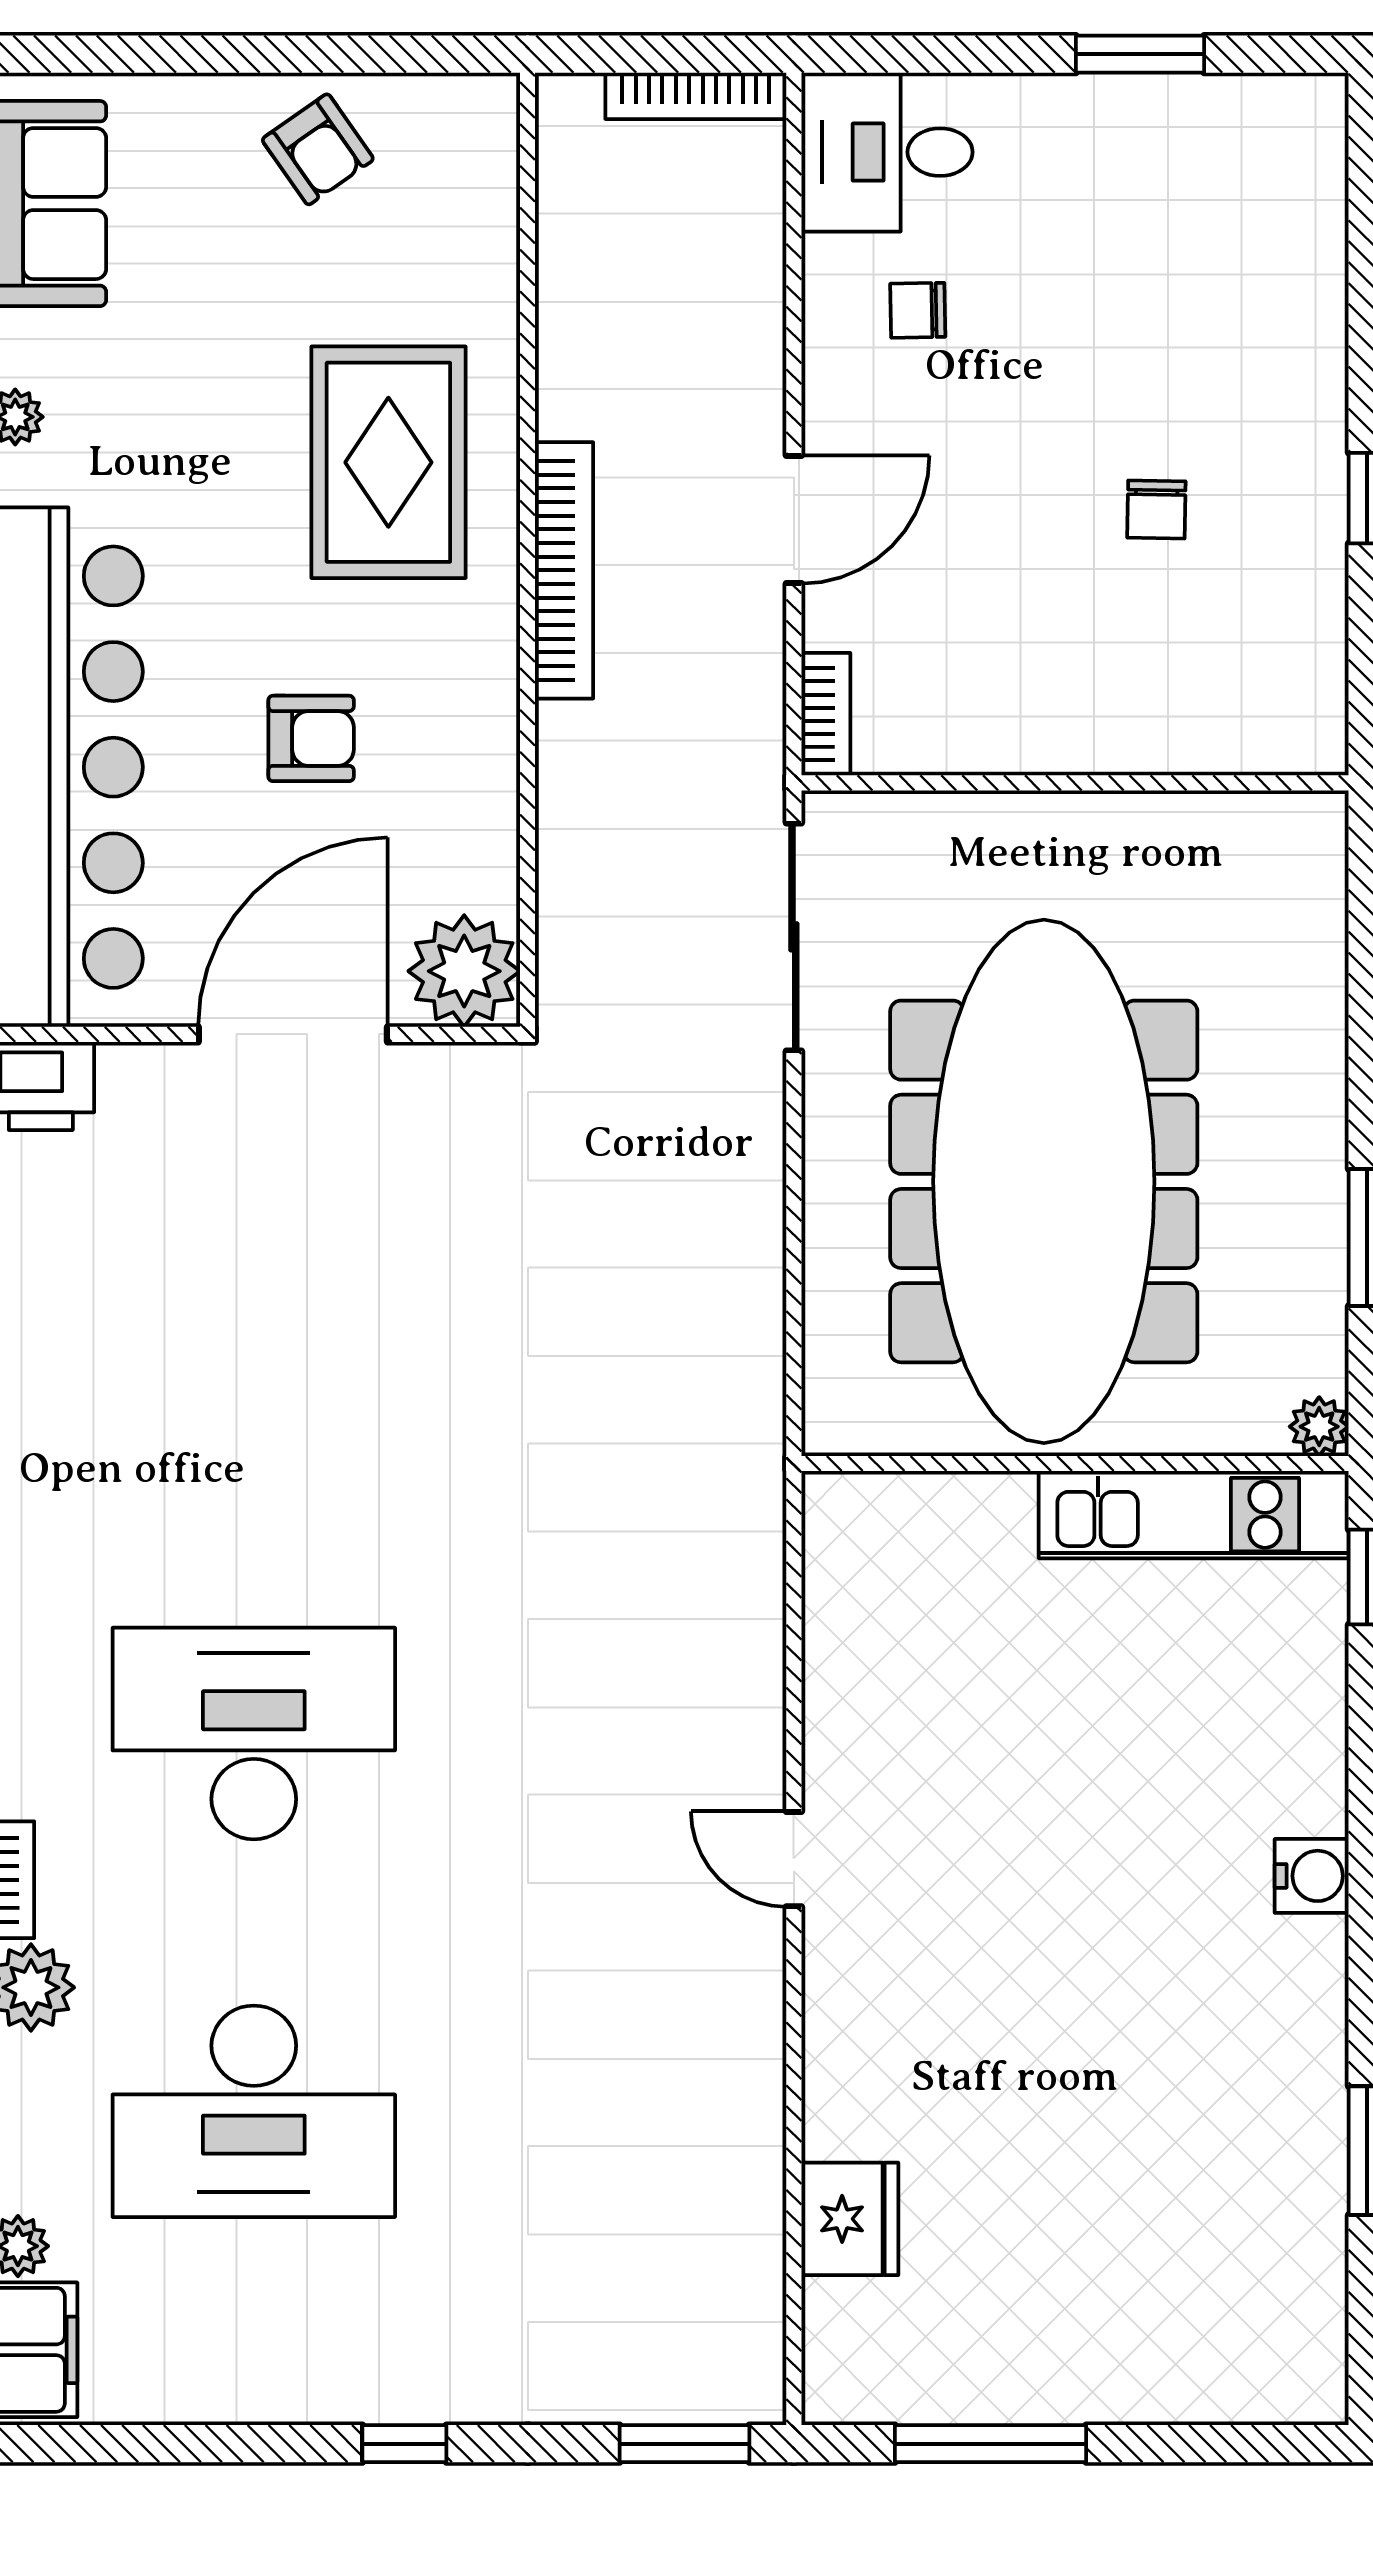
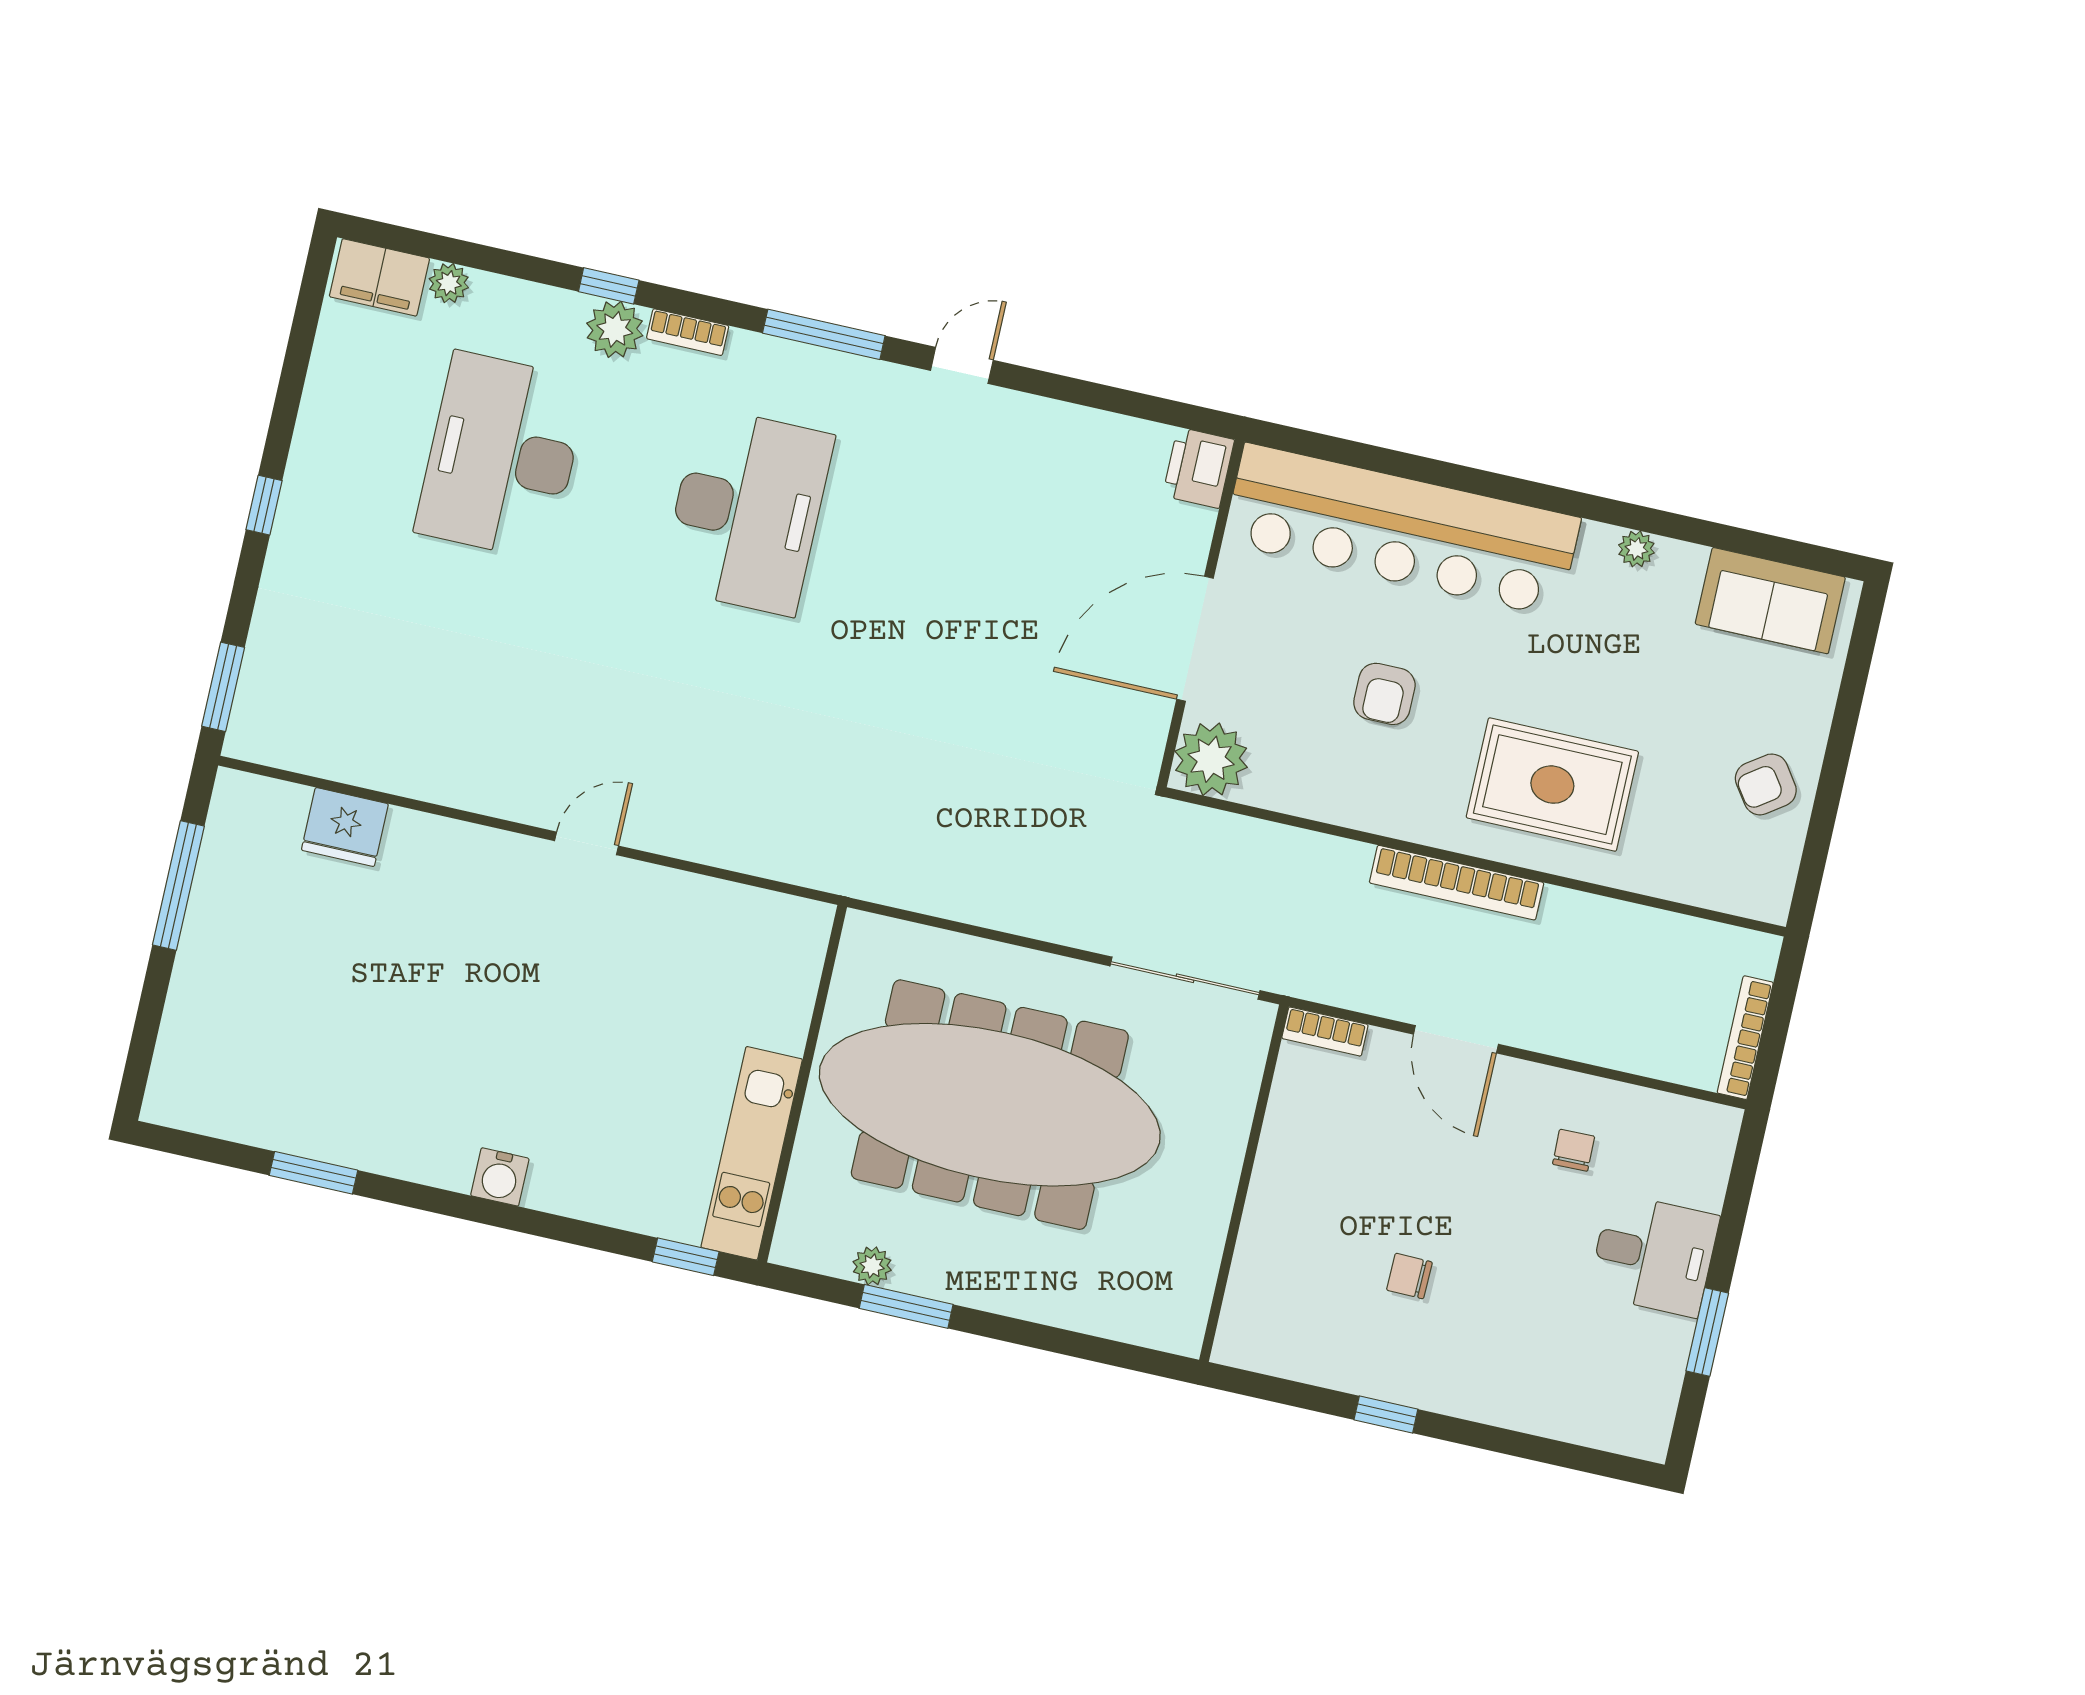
desk: (887, 152) -> (1654, 1255), moved, turned 90
door: (293, 1034) -> (1195, 639), swing flipped
plant: (1319, 1427) -> (872, 1266), moved

